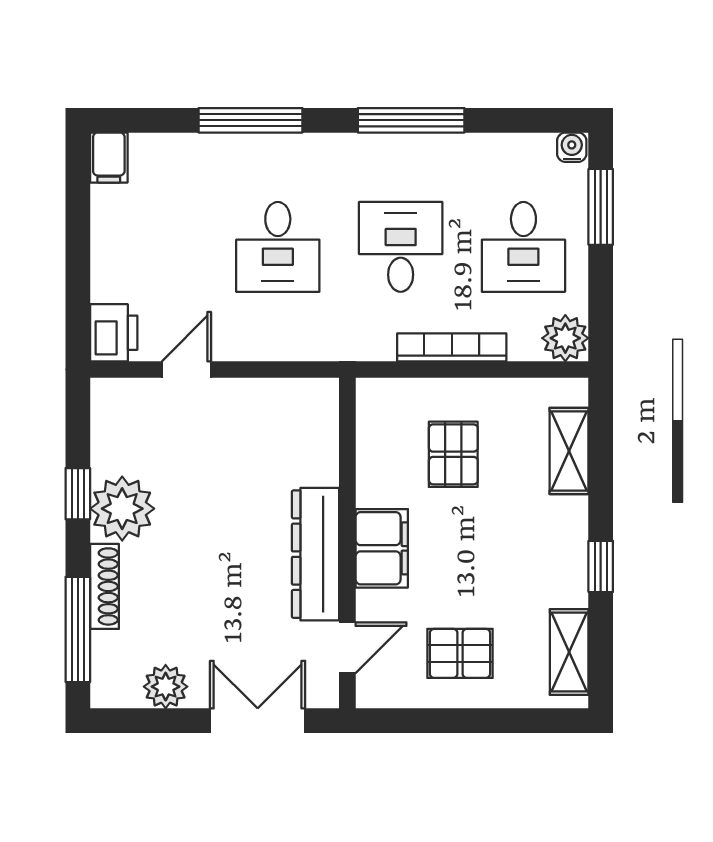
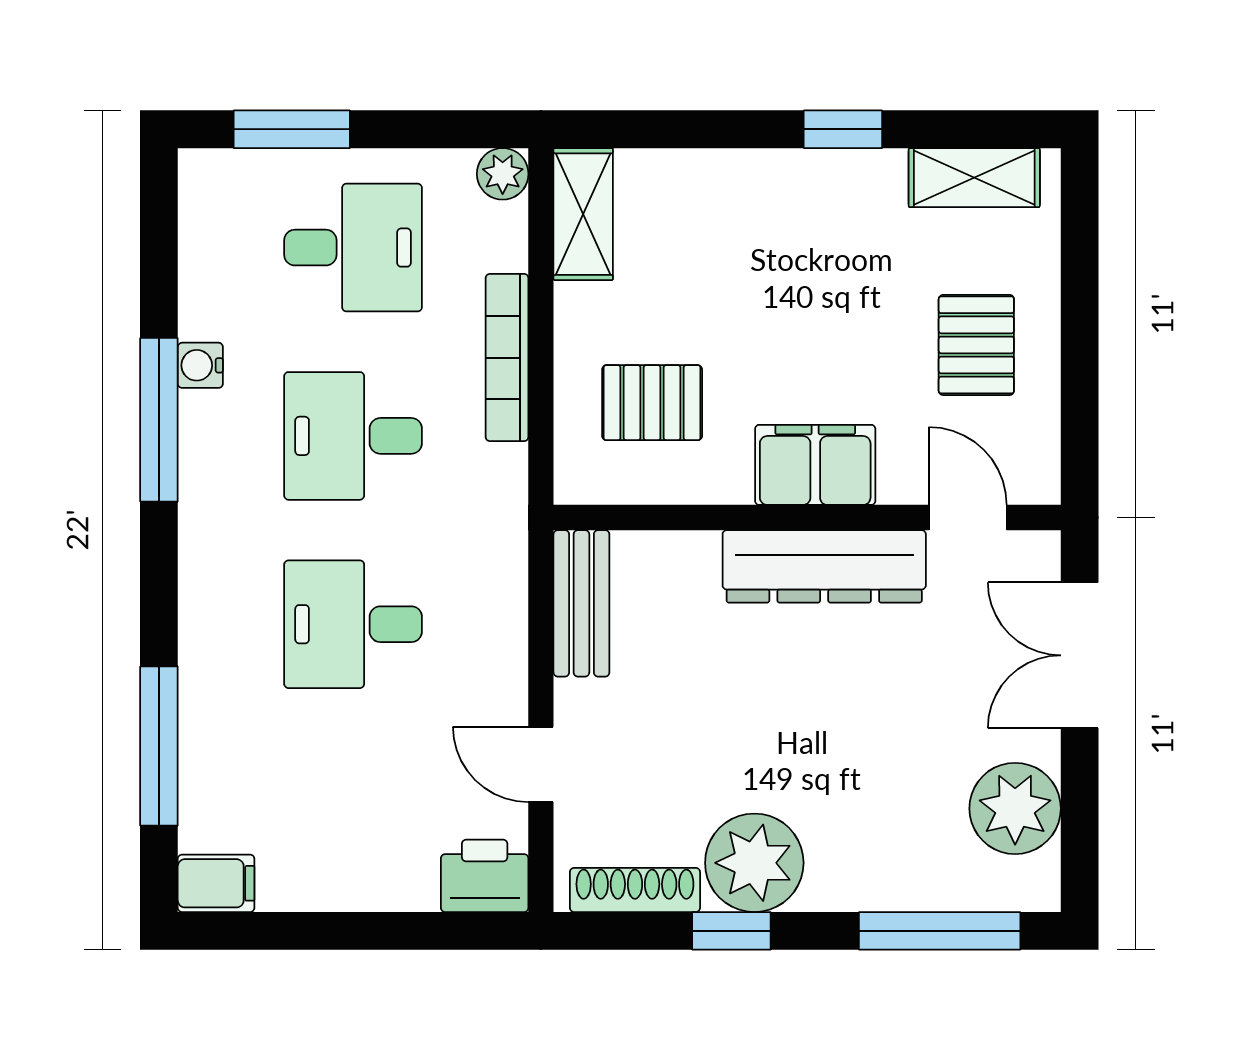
window: (250, 120) -> (159, 746), moved
water cooler: (572, 147) -> (200, 365), moved
desk: (278, 247) -> (353, 624), turned 180
plant: (565, 338) -> (503, 174), width x0.73, depth x0.73
bench: (291, 396) -> (581, 603), added
shelving: (569, 451) -> (583, 214), moved, turned 90
pallet: (453, 454) -> (652, 403), moved
shoe rack: (105, 586) -> (635, 890), moved
plant: (166, 687) -> (1015, 808), width x1.36, depth x1.36

